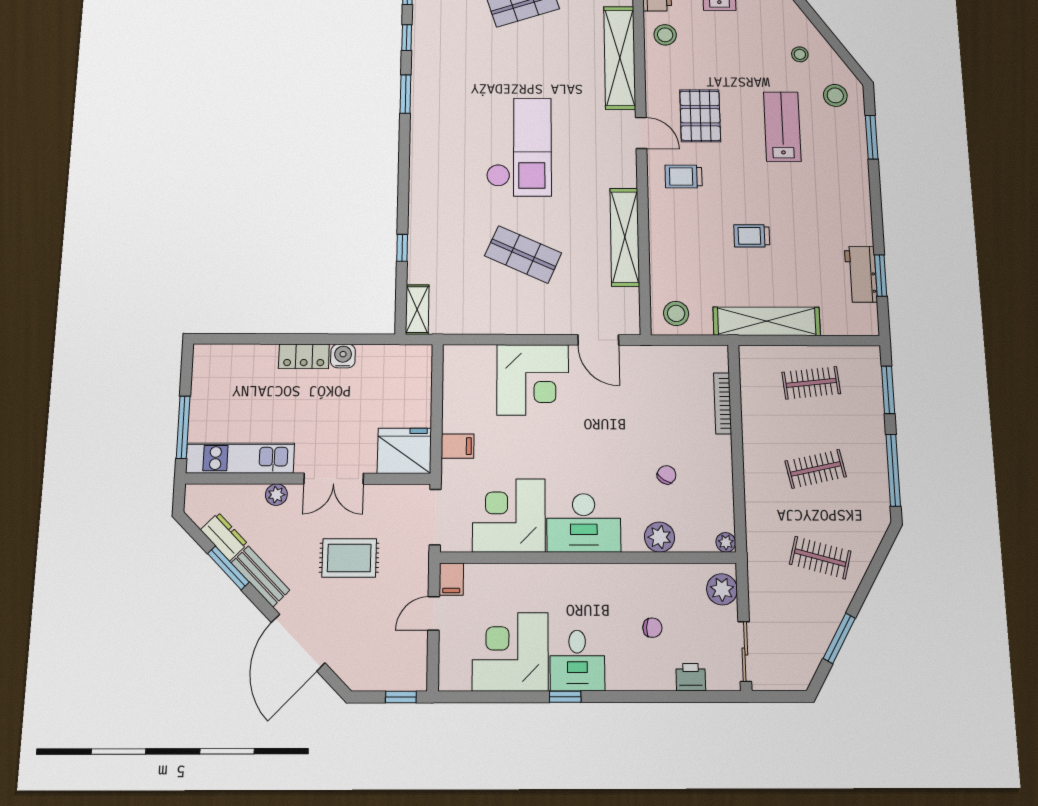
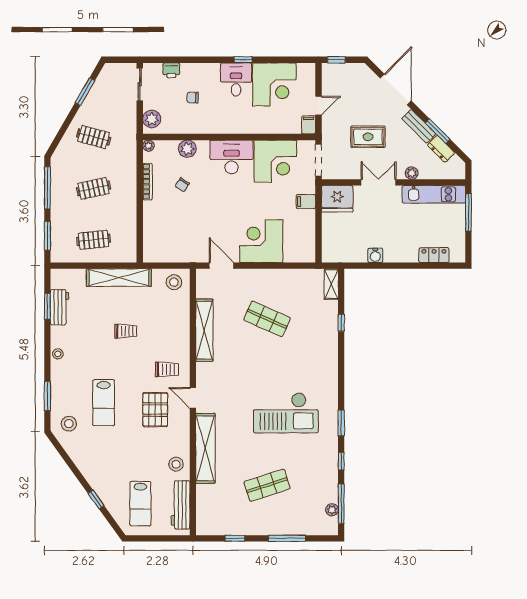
stool: (800, 54) -> (58, 354), moved
checkout: (519, 147) -> (286, 413), moved, turned -90
locker: (304, 356) -> (434, 255), moved
bookcase: (723, 403) -> (148, 182), moved

